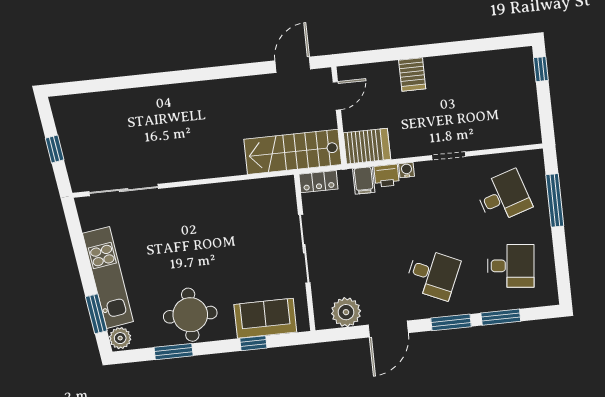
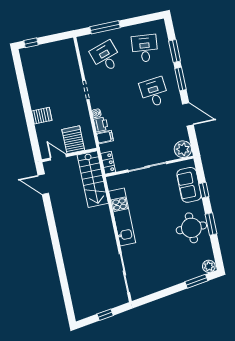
server rack: (367, 146) -> (73, 140), moved
desk: (433, 274) -> (154, 92), turned -30
kitchen unit: (108, 277) -> (122, 217), moved, turned 98
plant: (346, 312) -> (183, 149), moved
window: (174, 352) -> (211, 224), moved

